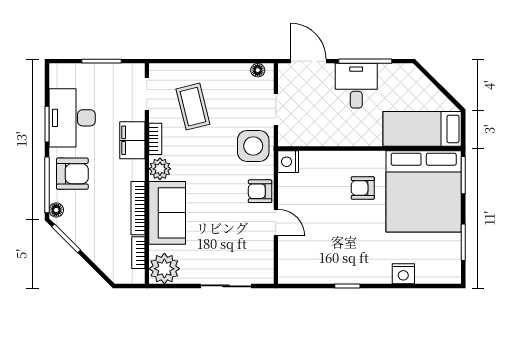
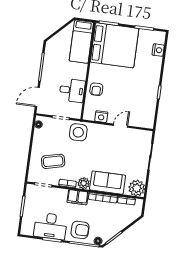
desk: (356, 86) -> (72, 90), moved, turned 180
filing cabinet: (132, 140) -> (78, 197), moved
nightstand: (288, 162) -> (101, 117), moved
armchair: (72, 174) -> (80, 230), turned 90
armchair: (363, 188) -> (96, 89), moved
armchair: (260, 191) -> (103, 132), removed
nightstand: (403, 274) -> (158, 50), moved

